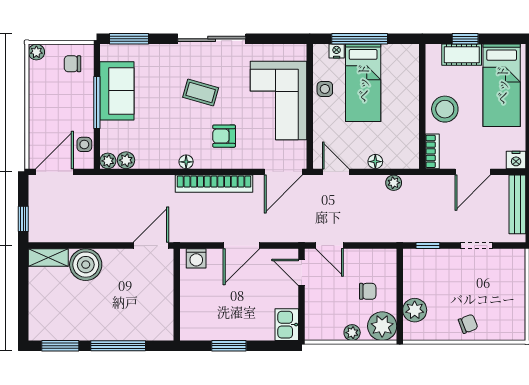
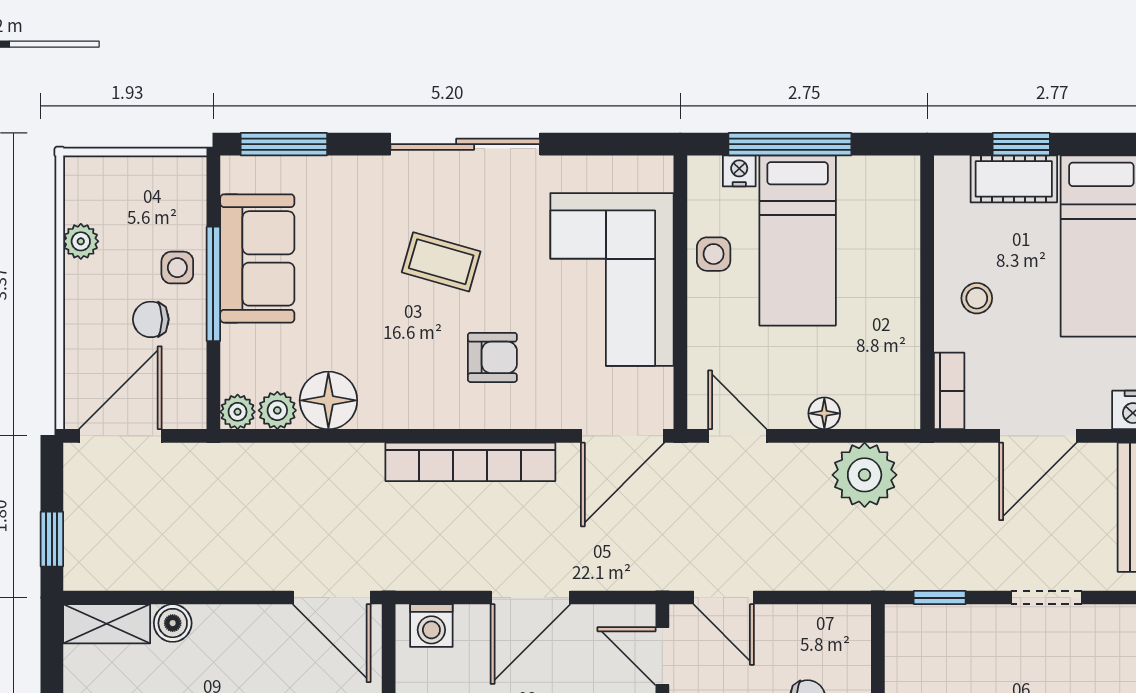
plant: (36, 52) -> (81, 241), moved
chair: (72, 64) -> (151, 319), moved
stool: (445, 109) -> (977, 298), width x0.53, depth x0.53
armchair: (224, 136) -> (492, 357), turned 180
side table: (84, 144) -> (177, 268), moved
floor lamp: (186, 162) -> (328, 400), moved, width x1.89, depth x1.89
plant: (394, 183) -> (865, 475), width x1.87, depth x1.87
door: (151, 246) -> (332, 598), swing flipped
boiler: (86, 265) -> (173, 623), width x0.54, depth x0.54

